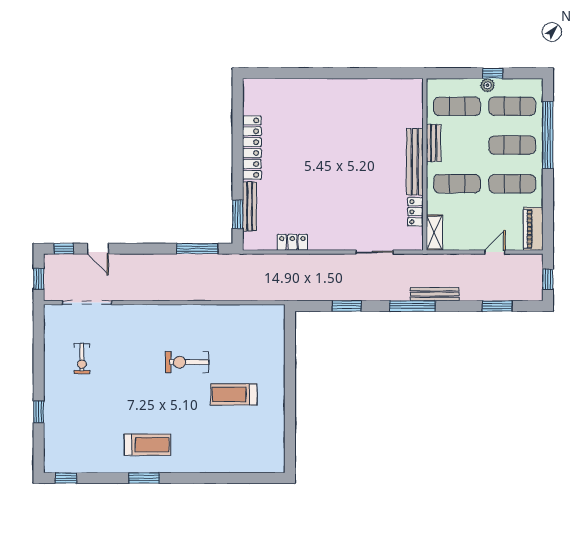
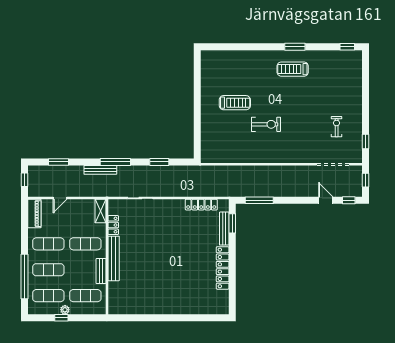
locker: (292, 242) -> (201, 205), width x1.53
window: (39, 412) -> (365, 141), moved

